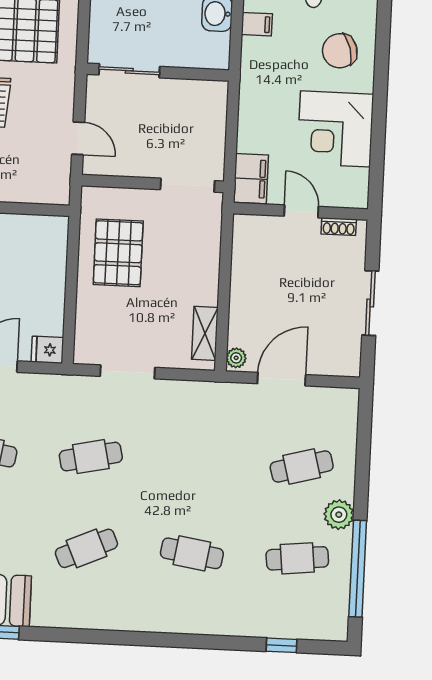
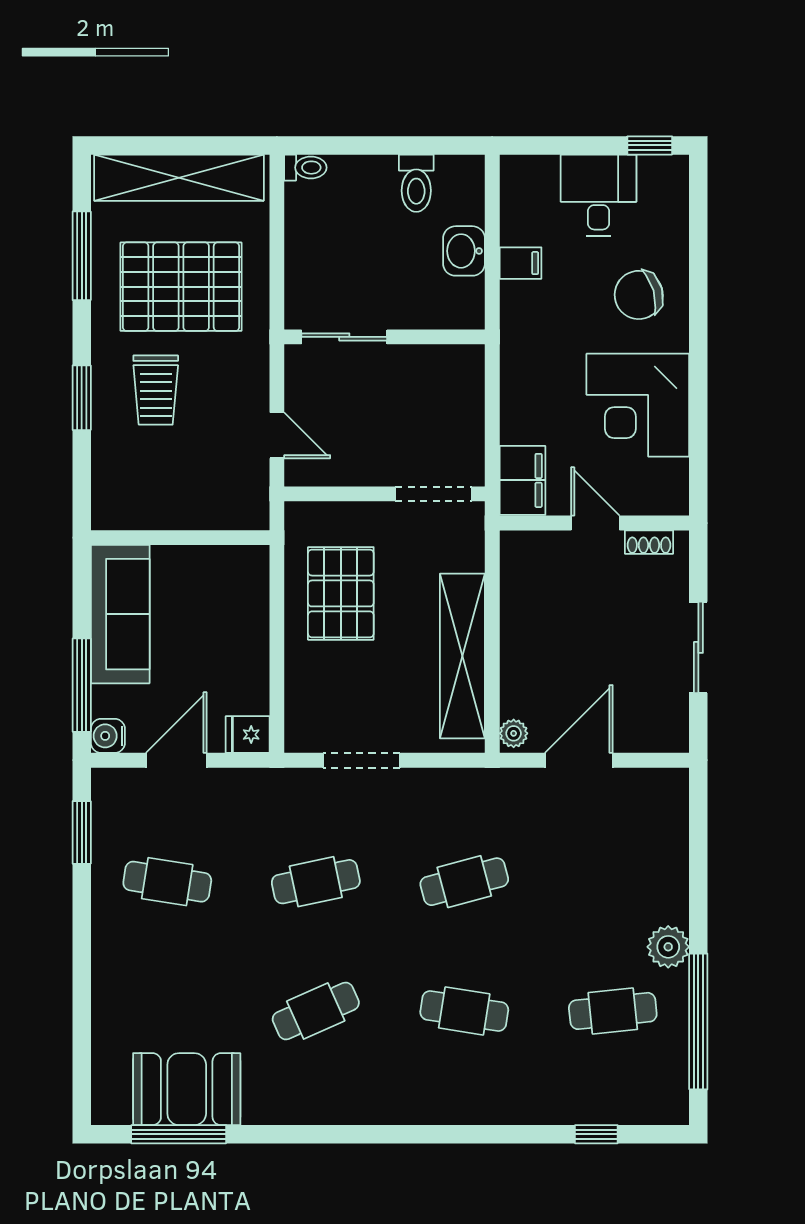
shelving: (205, 333) -> (462, 656), width x2.20, depth x1.33
cafe table: (302, 466) -> (464, 882), moved

